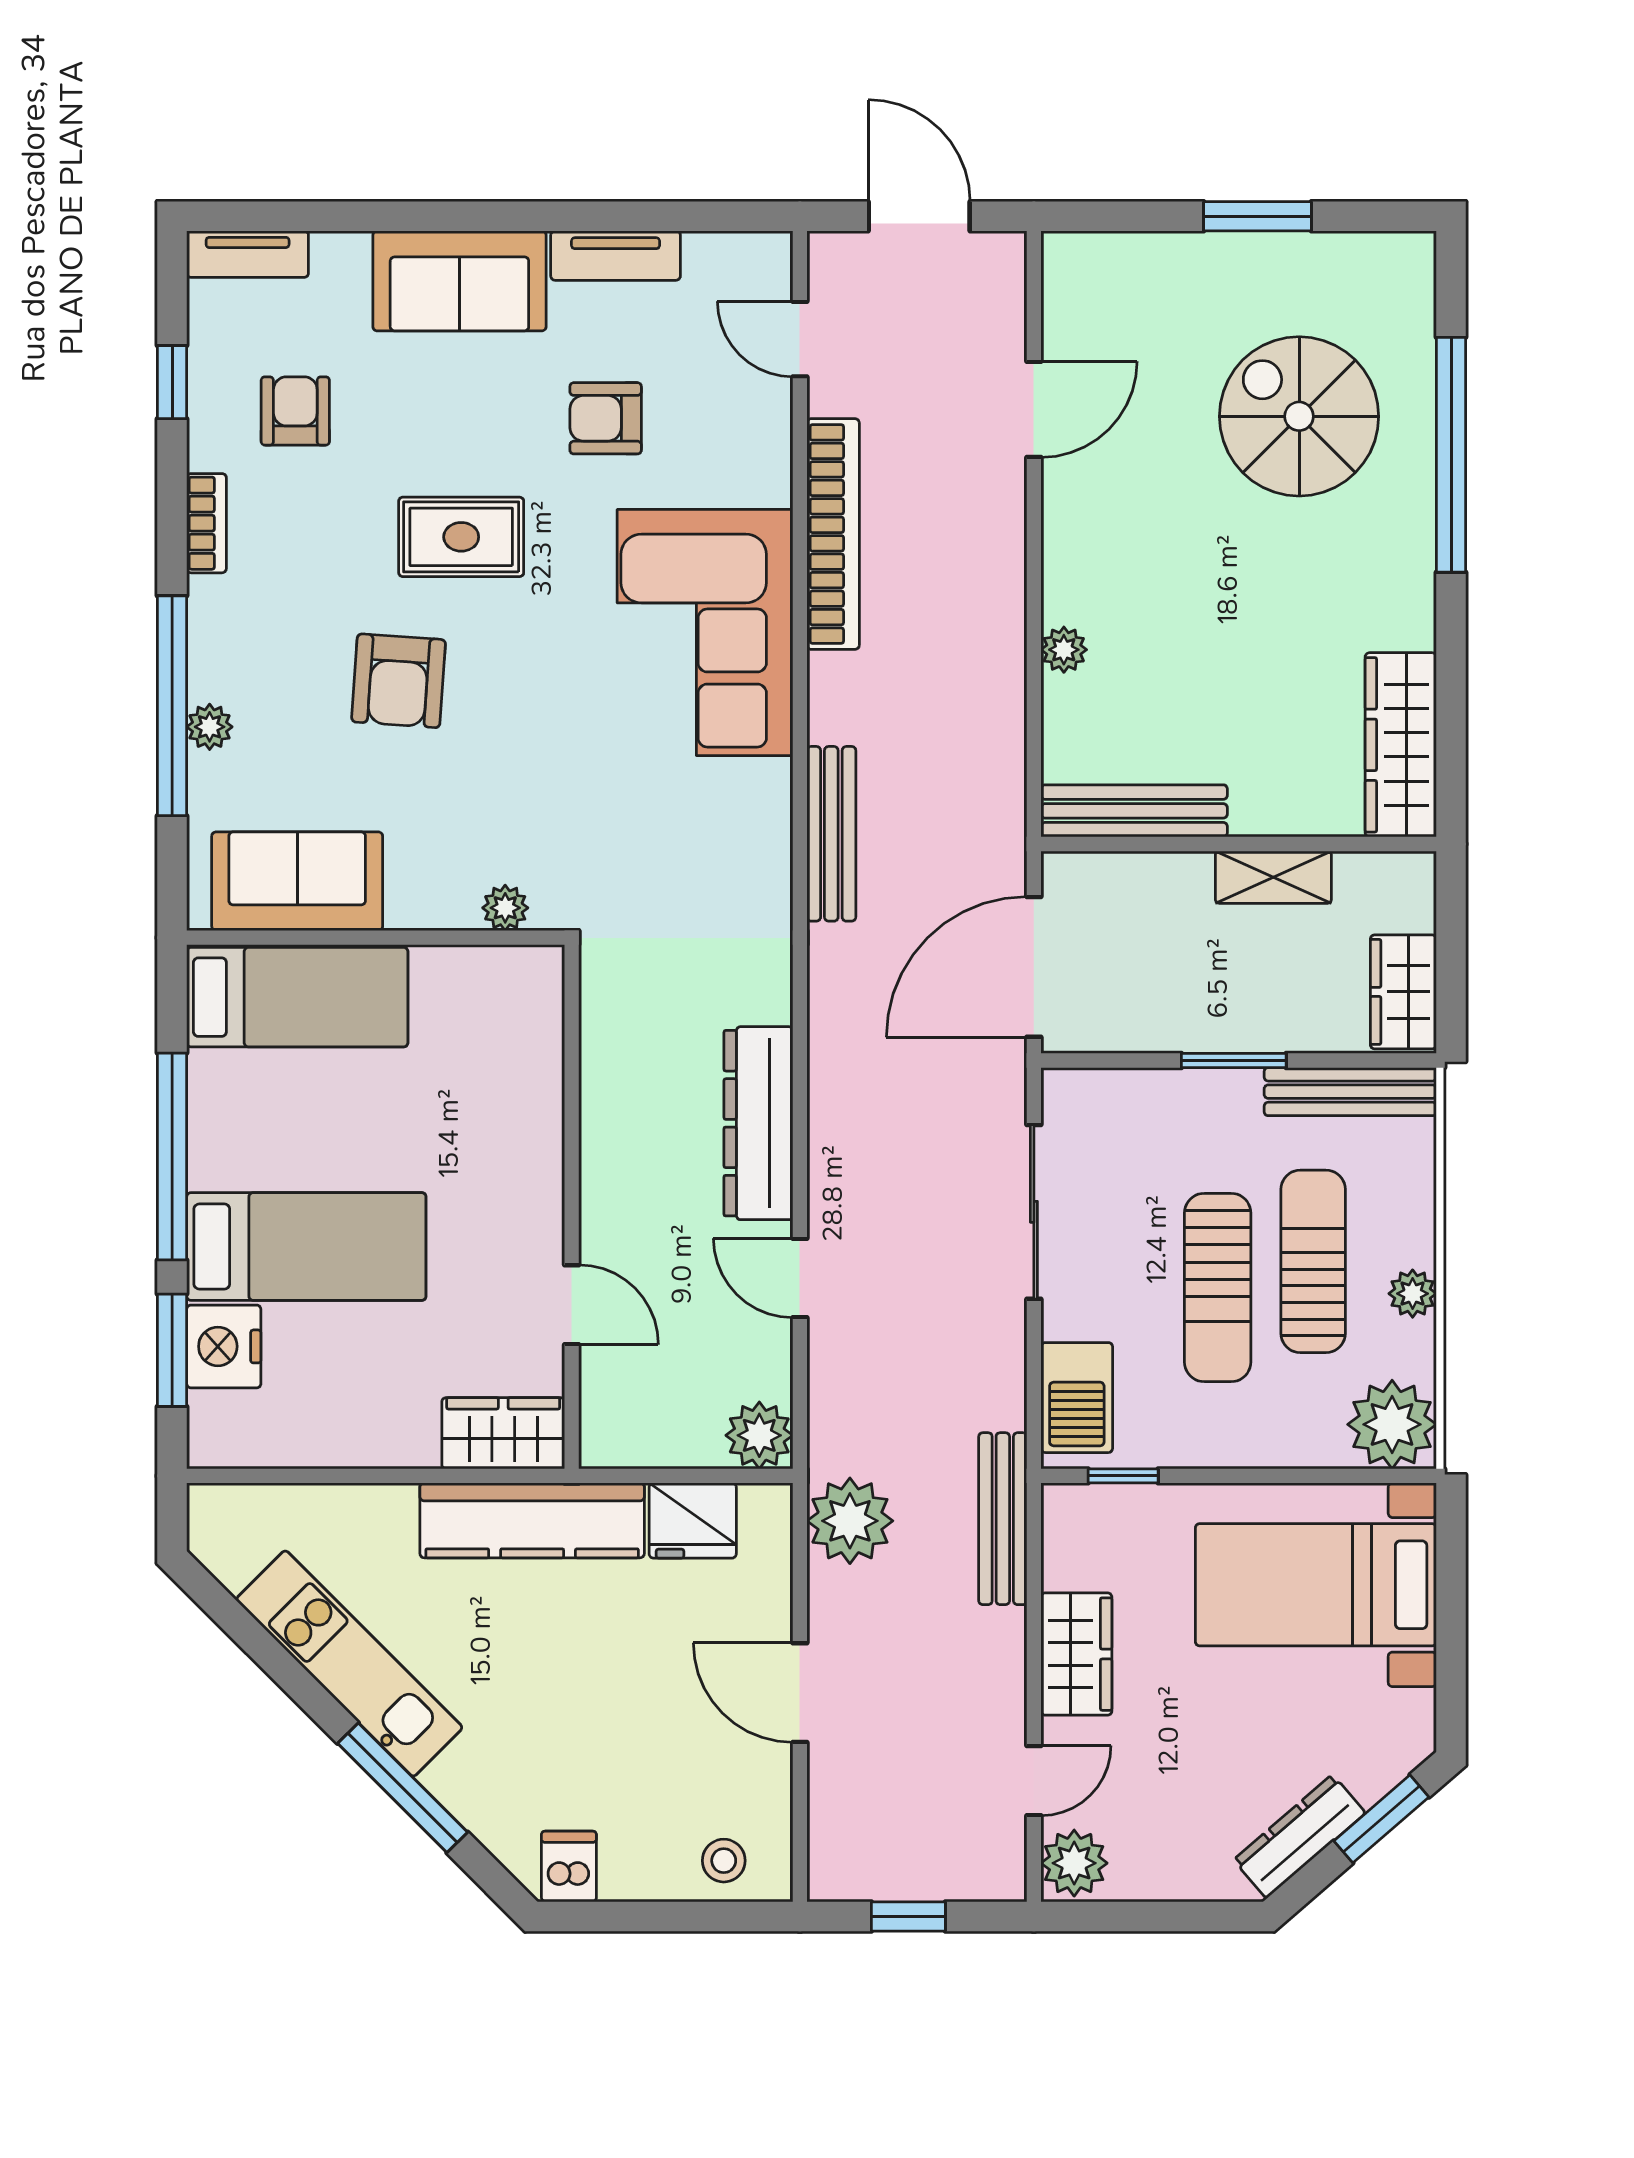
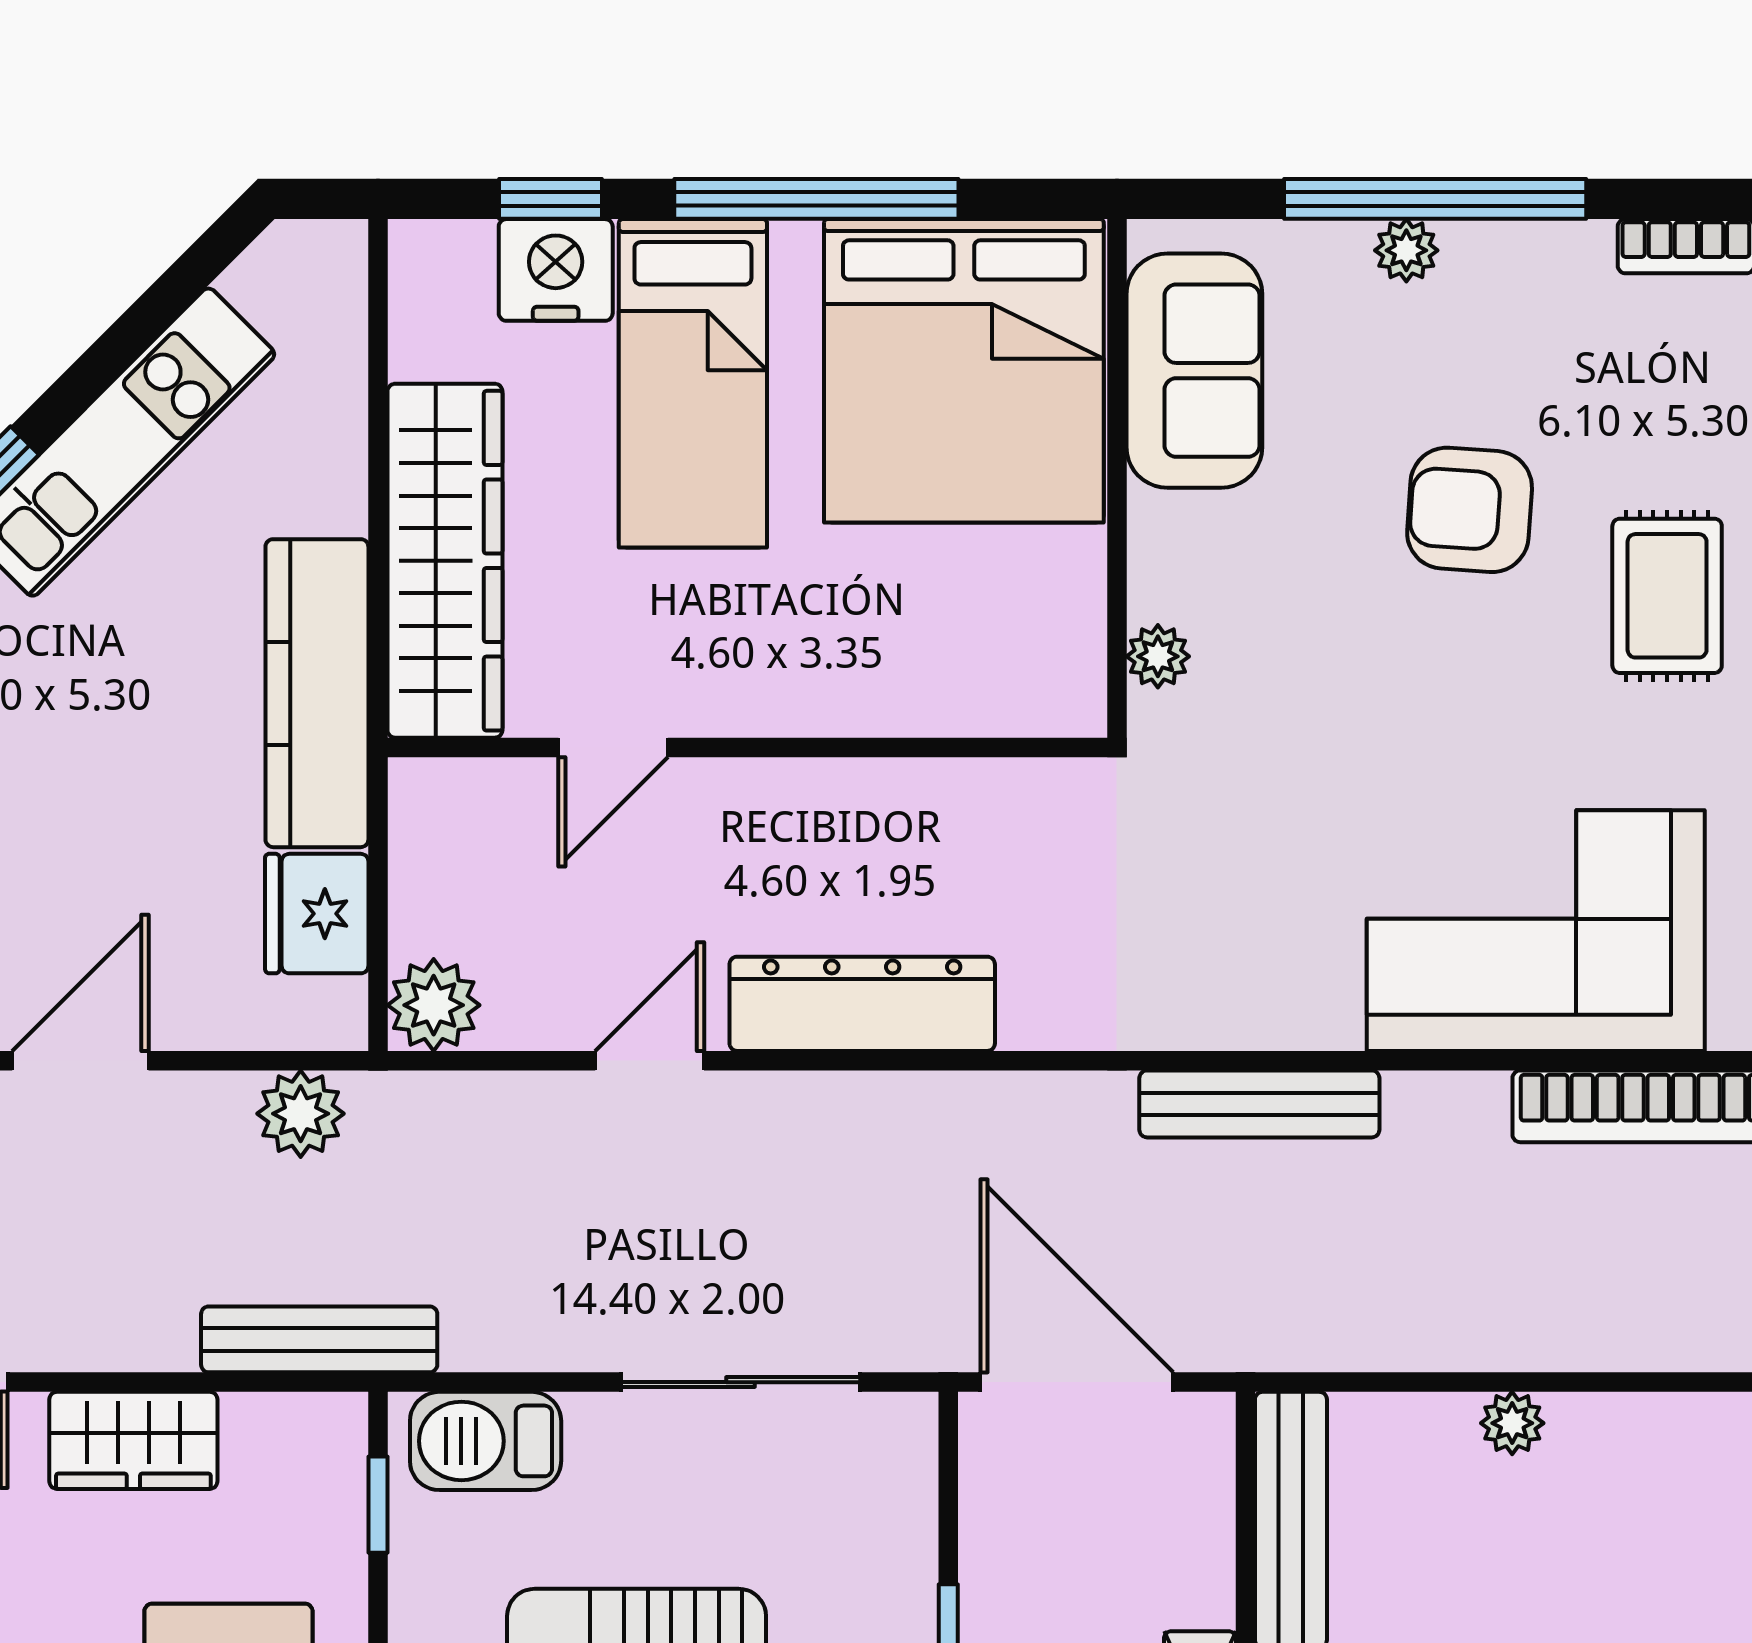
bed: (297, 997) -> (964, 371), width x2.04
window: (172, 1350) -> (551, 199), width x0.67
wardrobe: (503, 1433) -> (445, 561), width x2.10, depth x1.17
plant: (850, 1521) -> (301, 1114), width x0.73, depth x0.73

